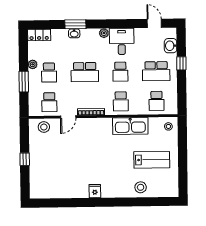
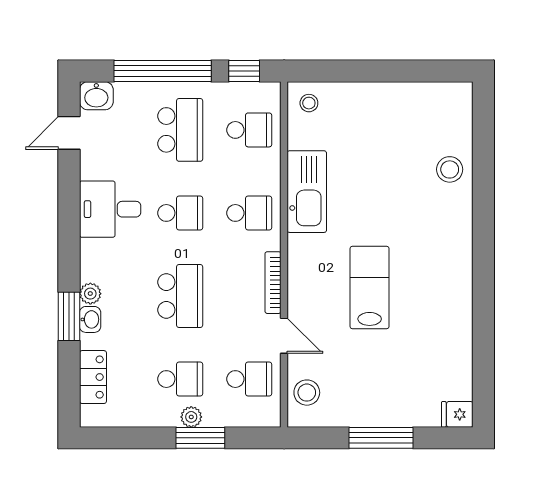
plant: (104, 33) -> (90, 294), moved
locker: (39, 35) -> (93, 377), moved
washbasin: (171, 46) -> (96, 96), moved
window: (181, 63) -> (163, 71), width x3.17
plant: (33, 64) -> (191, 417), moved
window: (182, 98) -> (244, 71), added
window: (25, 159) -> (381, 438), width x2.17
lab bench: (152, 160) -> (370, 287), moved
fridge: (95, 191) -> (457, 414), moved

